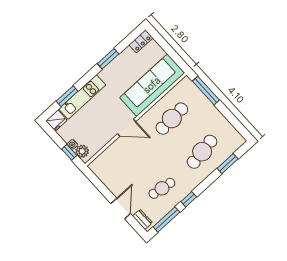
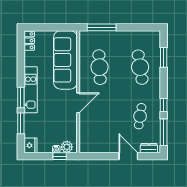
window: (108, 59) -> (21, 97), moved
kitchen unit: (82, 97) -> (31, 90), moved

